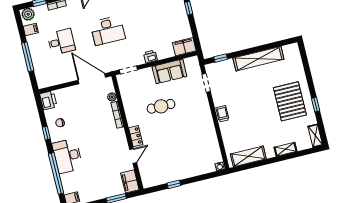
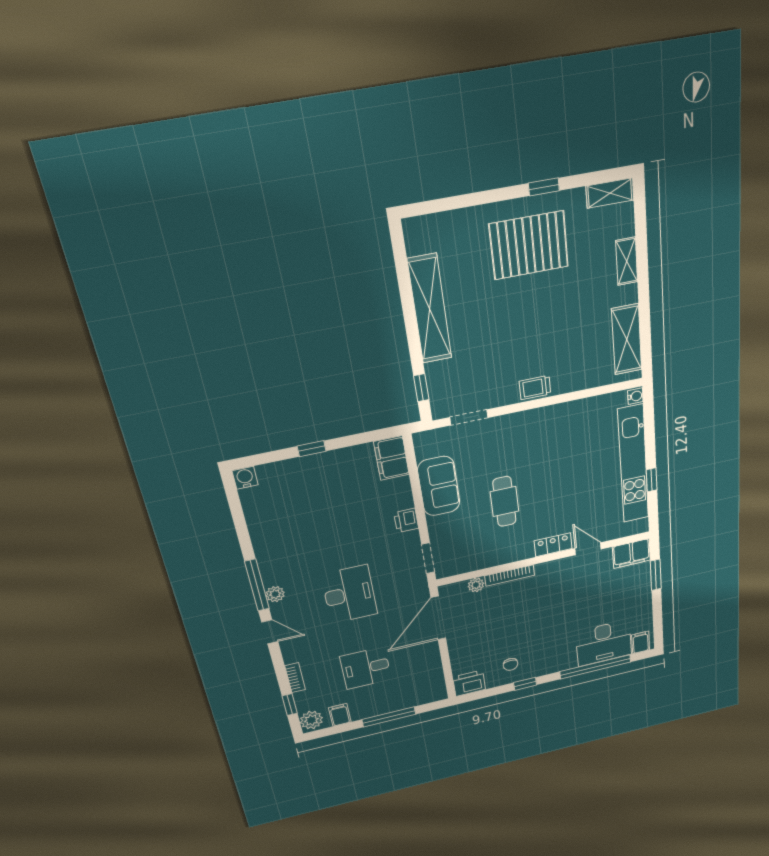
desk: (61, 42) -> (366, 668), turned -90
desk: (67, 156) -> (604, 643), moved
kitchen unit: (183, 172) -> (633, 464), added

